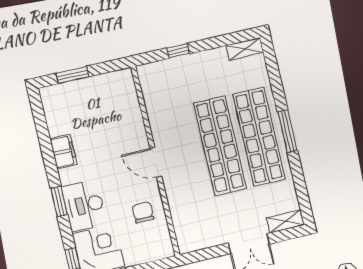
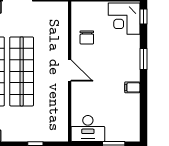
filing cabinet: (64, 152) -> (132, 87), width x0.50
desk: (84, 205) -> (88, 128), moved, turned 90

